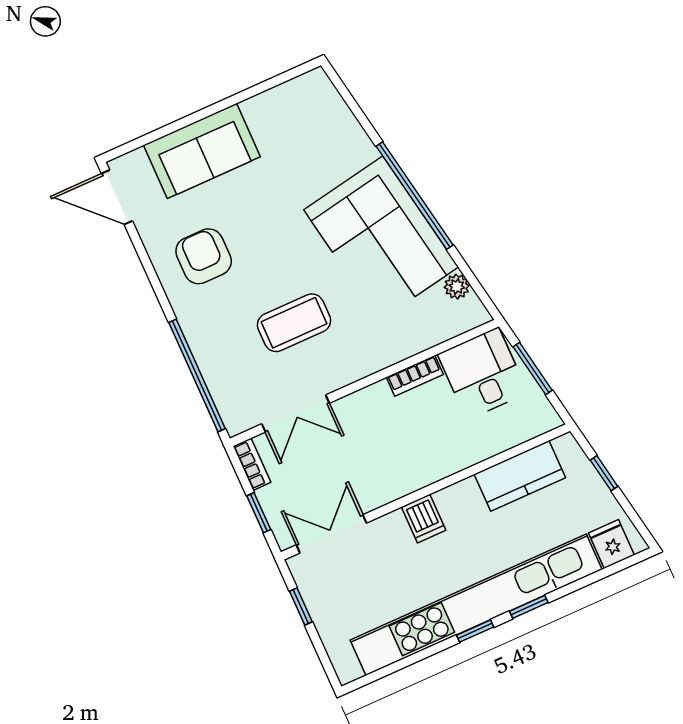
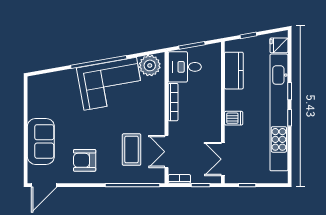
plant: (457, 287) -> (150, 65), width x1.87, depth x1.87
coffee table: (294, 323) -> (132, 150), moved
bookcase: (415, 376) -> (173, 102), width x1.56
double door: (296, 414) -> (167, 152), swing flipped

